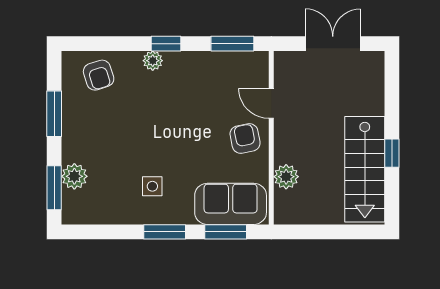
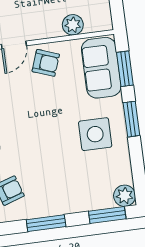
armchair: (245, 139) -> (46, 63), turned -149
plant: (74, 176) -> (125, 196), moved
side table: (152, 186) -> (95, 134), width x1.87, depth x1.87

